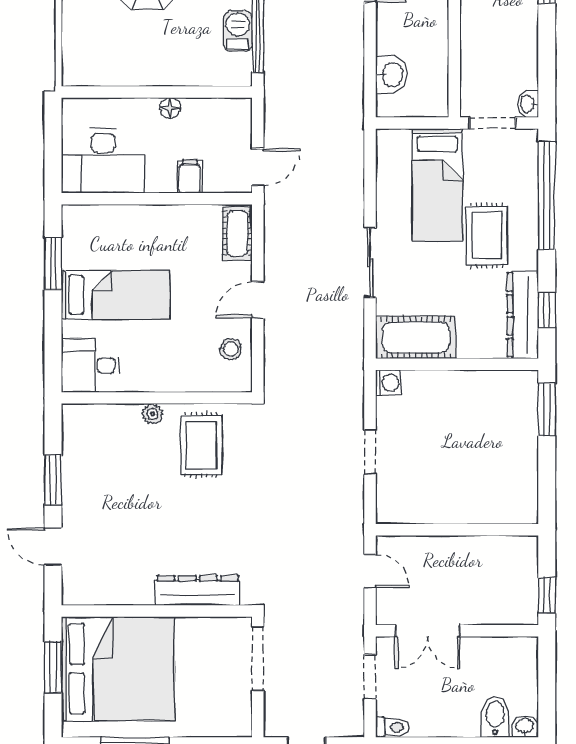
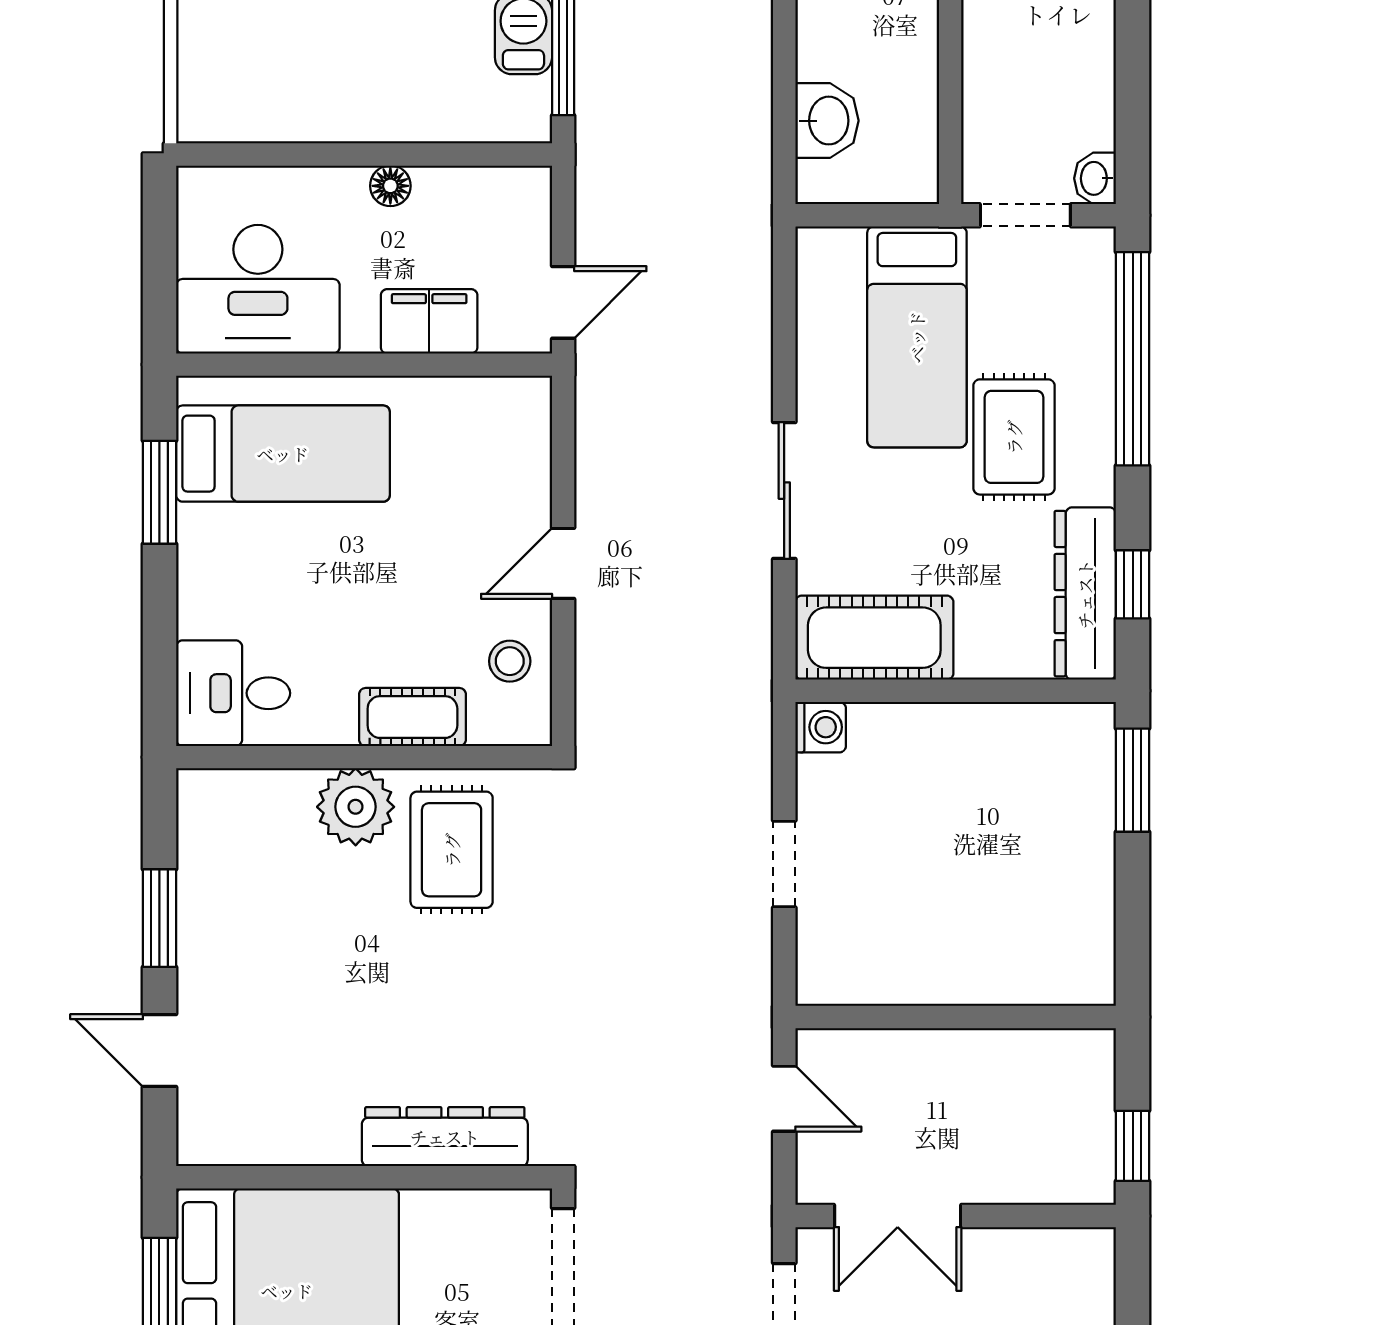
filing cabinet: (190, 177) -> (429, 321), width x2.00
cot: (237, 233) -> (412, 717), moved, turned 90
bed: (116, 295) -> (283, 454), moved
plant: (152, 414) -> (356, 807), width x1.87, depth x1.87

